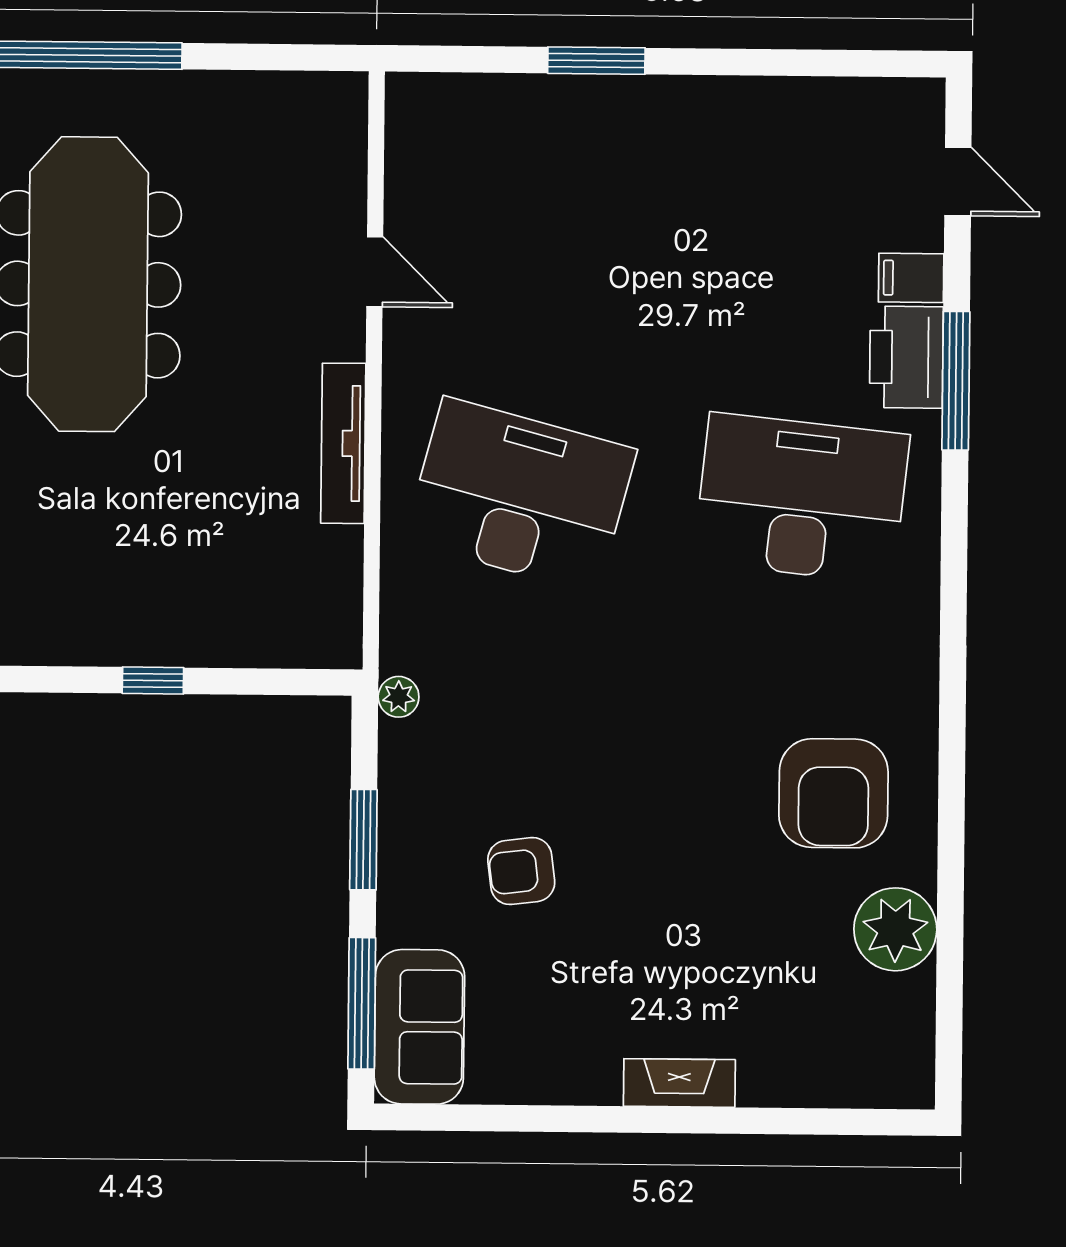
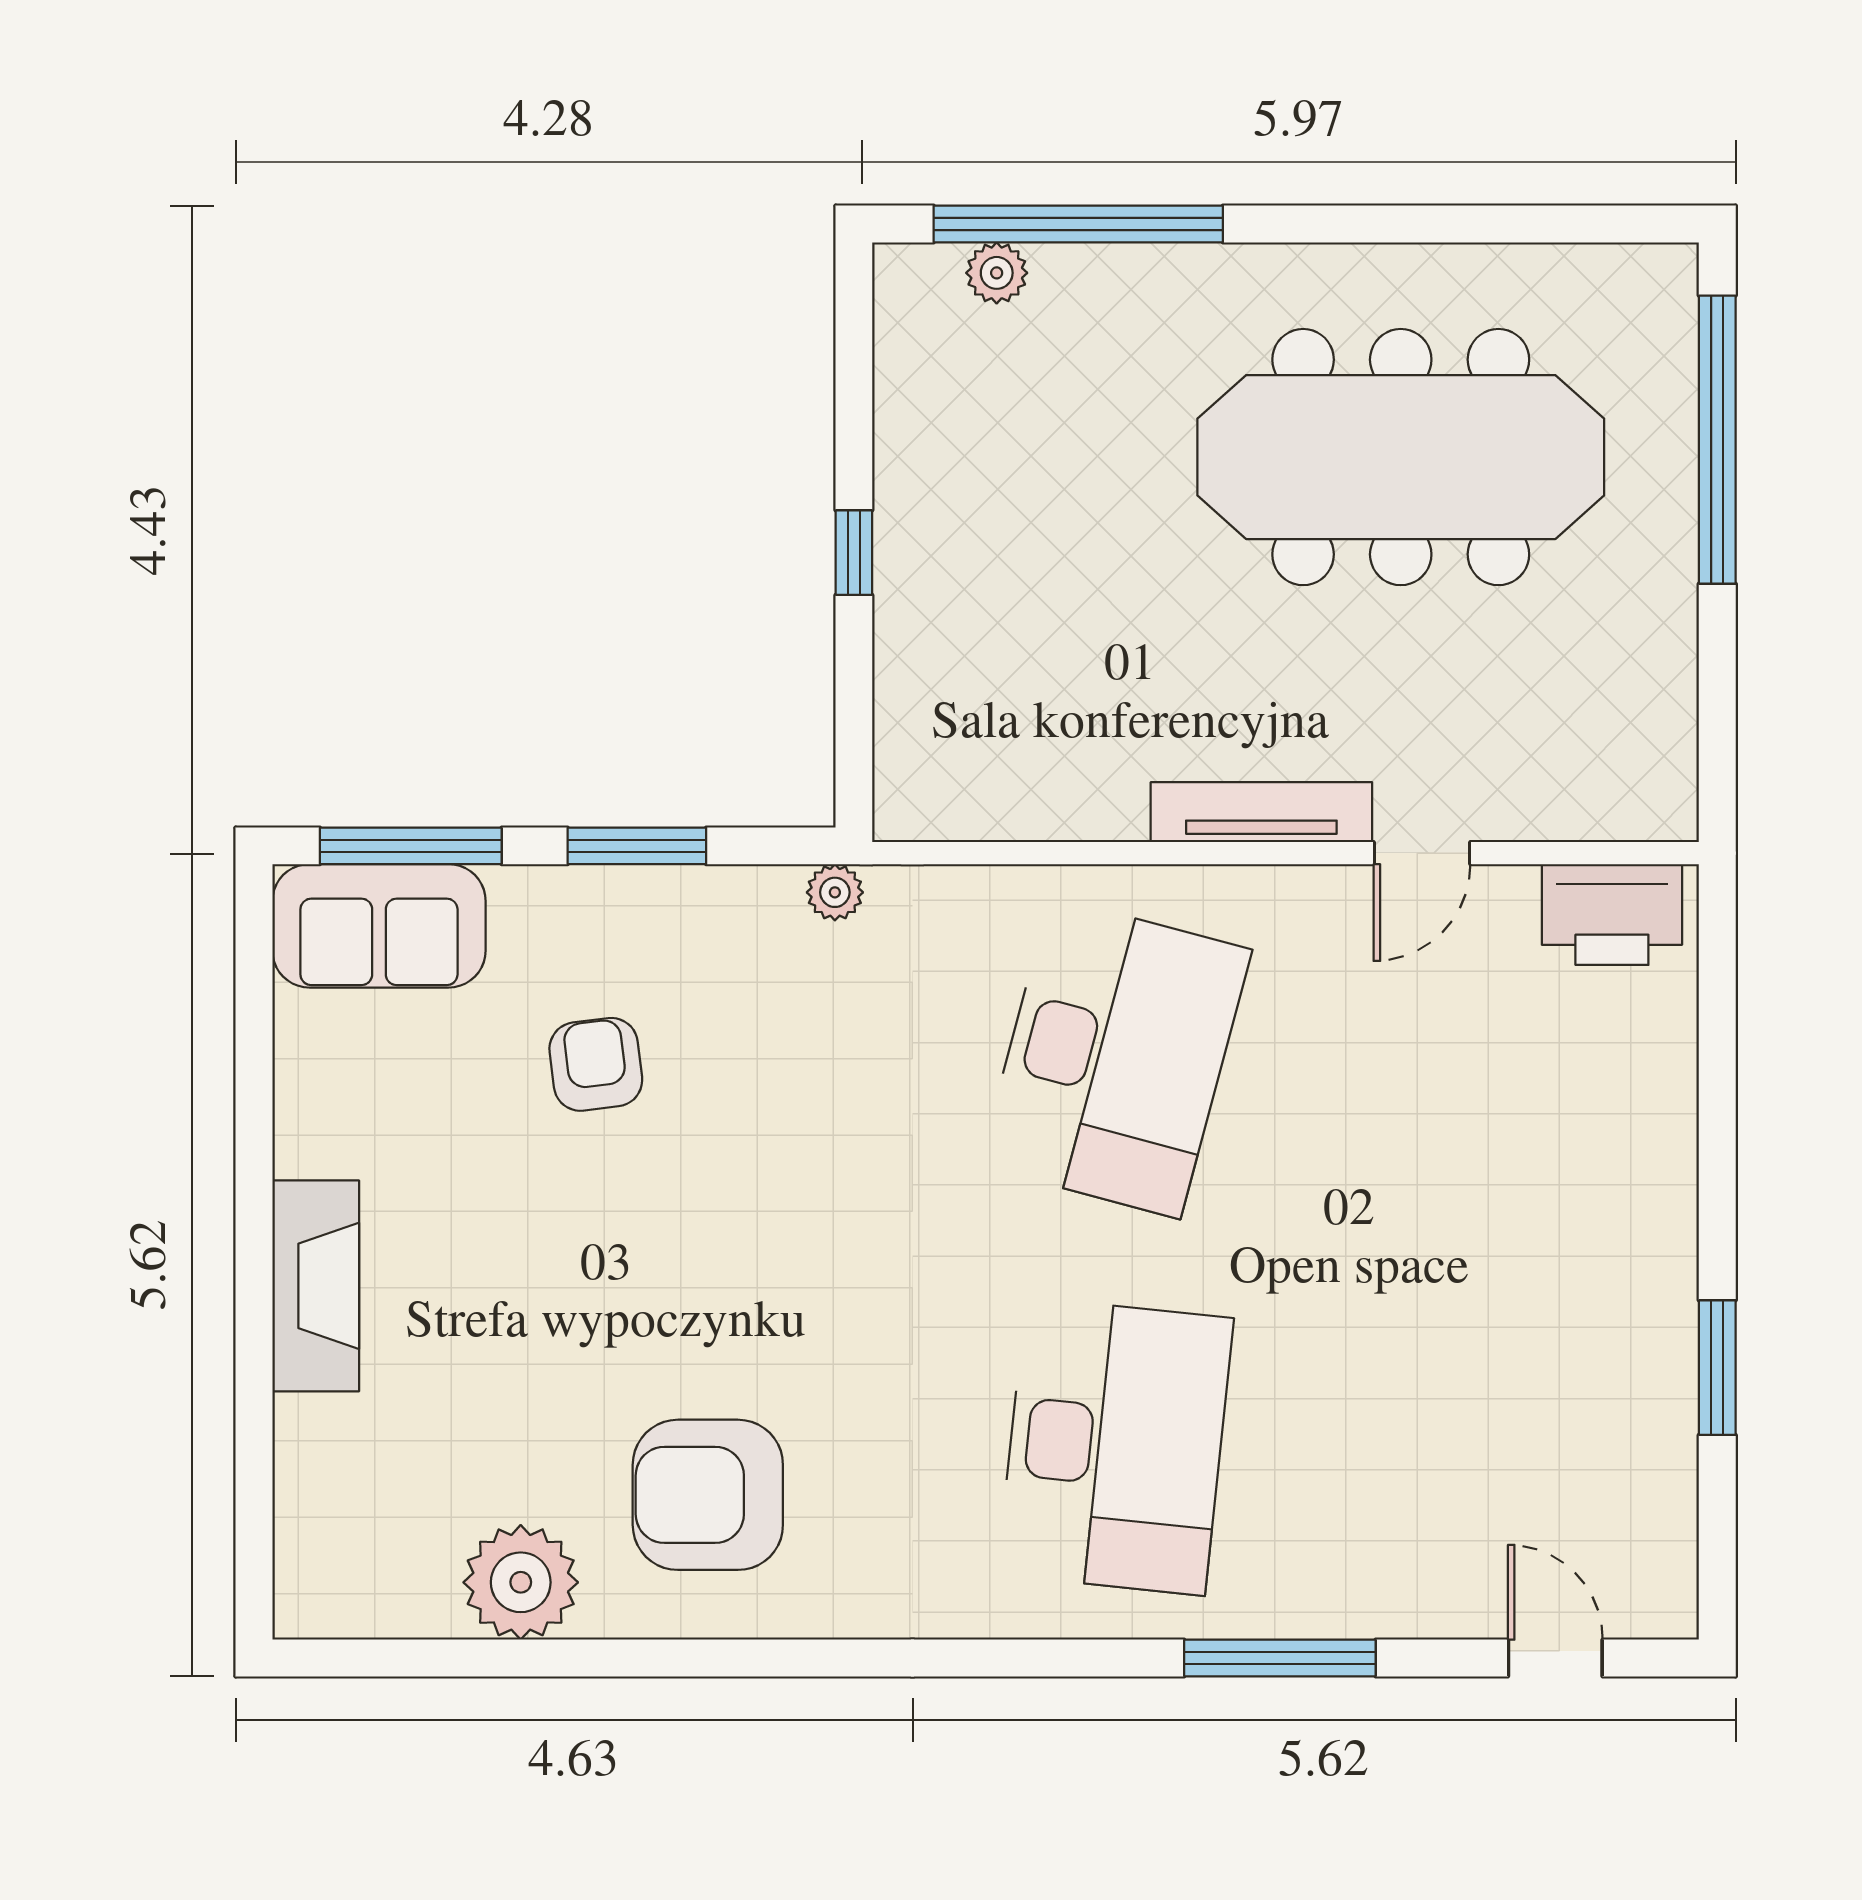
window: (596, 61) -> (1717, 1368), moved
door: (958, 181) -> (1555, 1658), swing flipped
filing cabinet: (911, 278) -> (1421, 1595), removed
printer: (906, 357) -> (1612, 915), moved, turned 180
tv unit: (343, 443) -> (1261, 812), moved
fireplace: (679, 1083) -> (316, 1286), width x1.37, depth x1.32

